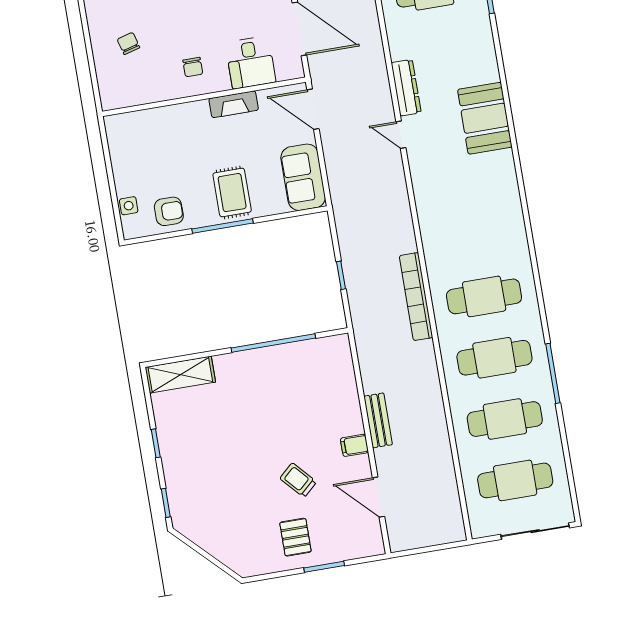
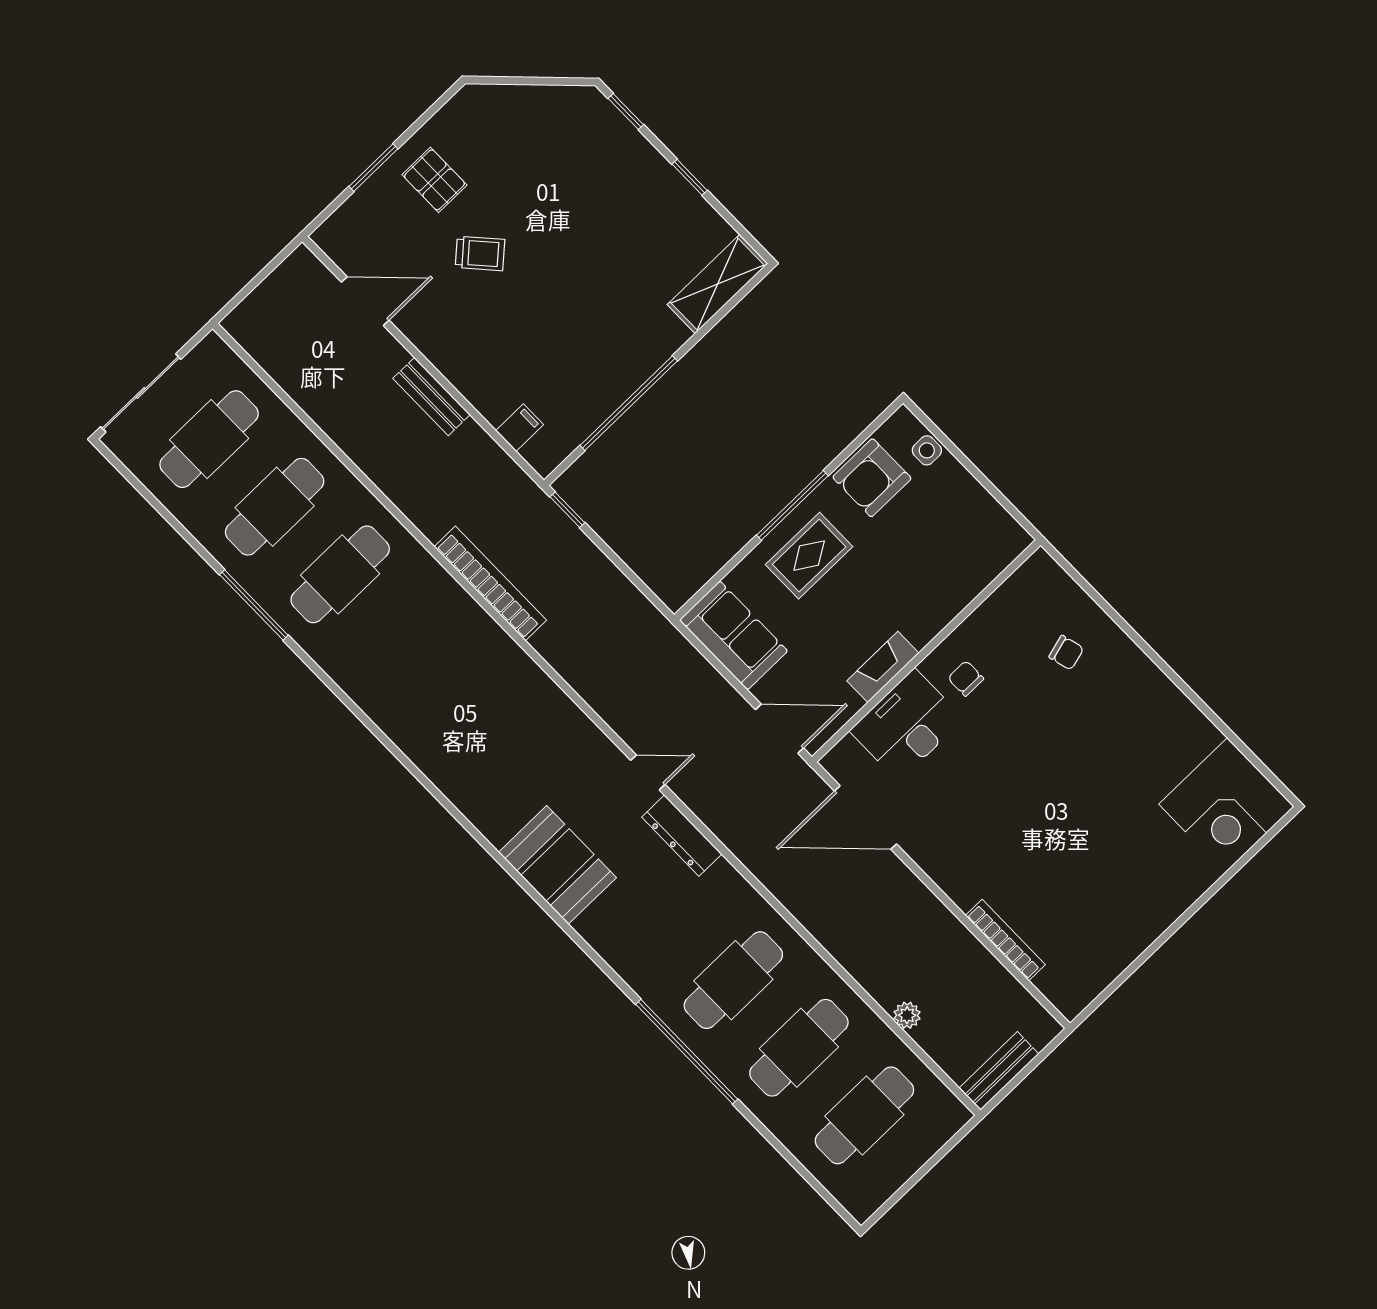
desk: (250, 62) -> (907, 725), width x1.37
rug: (232, 193) -> (809, 556), turned 90
armchair: (169, 211) -> (872, 478), width x1.38, depth x1.38
window: (341, 275) -> (567, 510), moved
cafe table: (484, 296) -> (406, 642), removed
filing cabinet: (354, 445) -> (520, 428), moved

